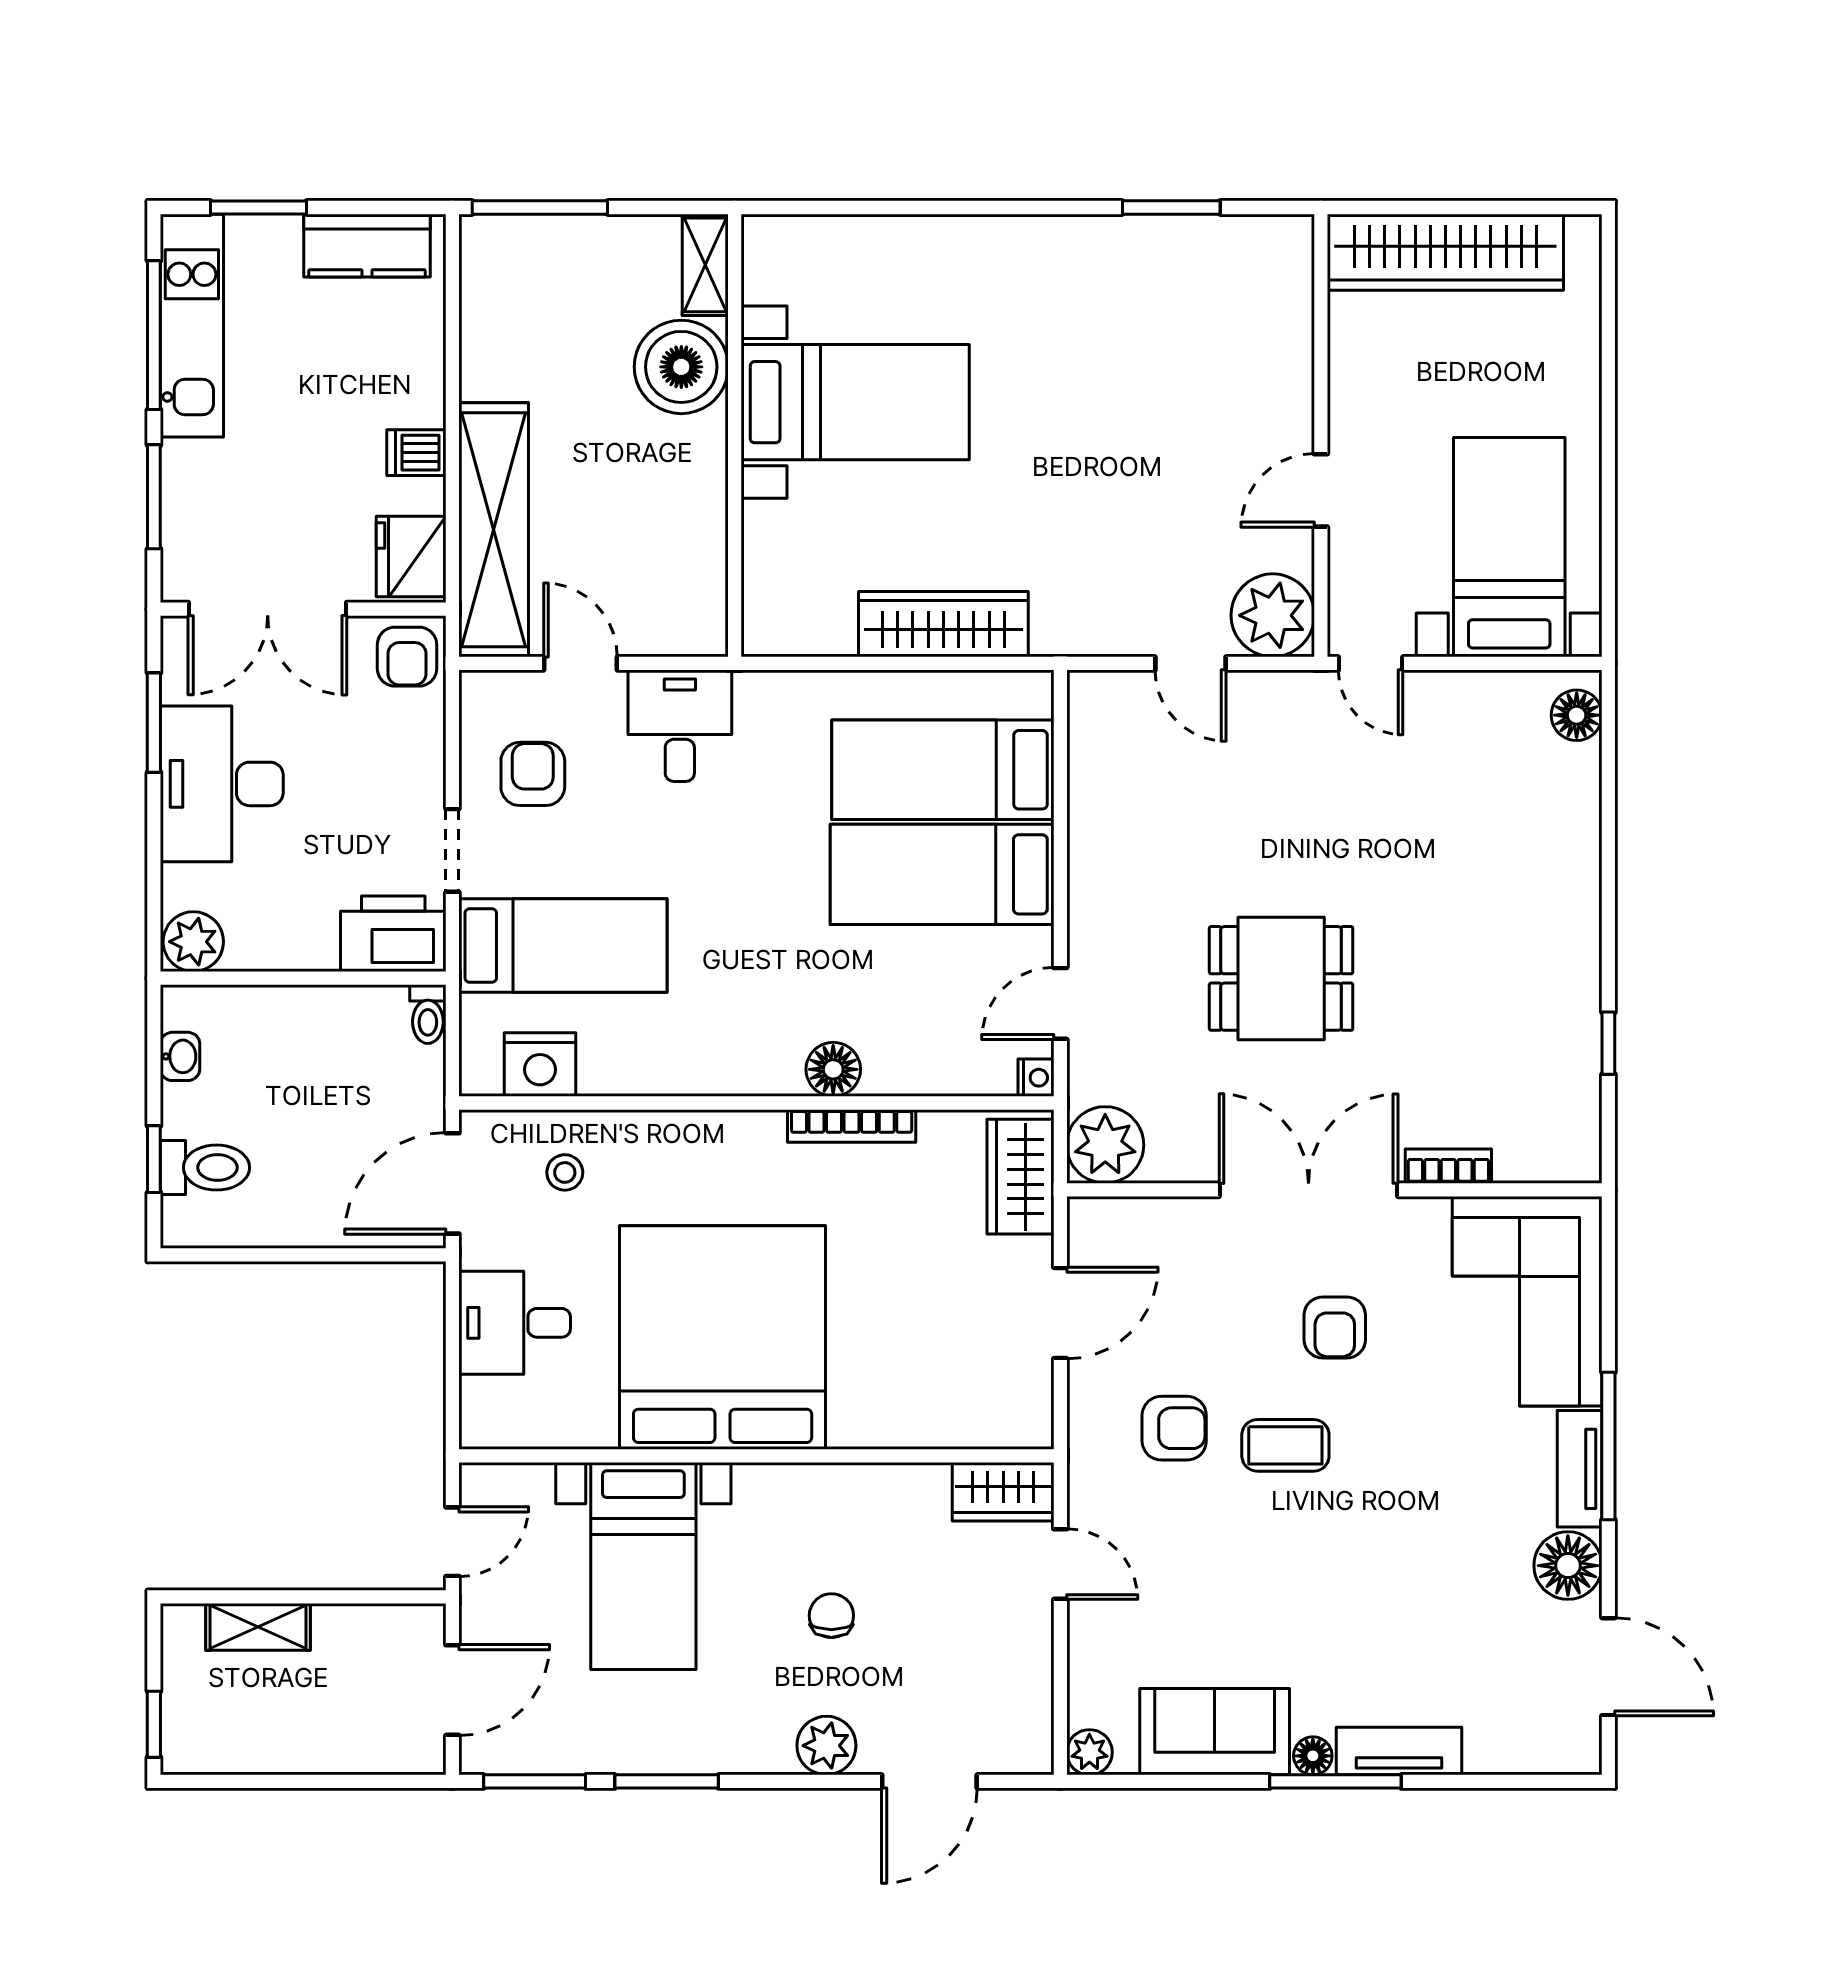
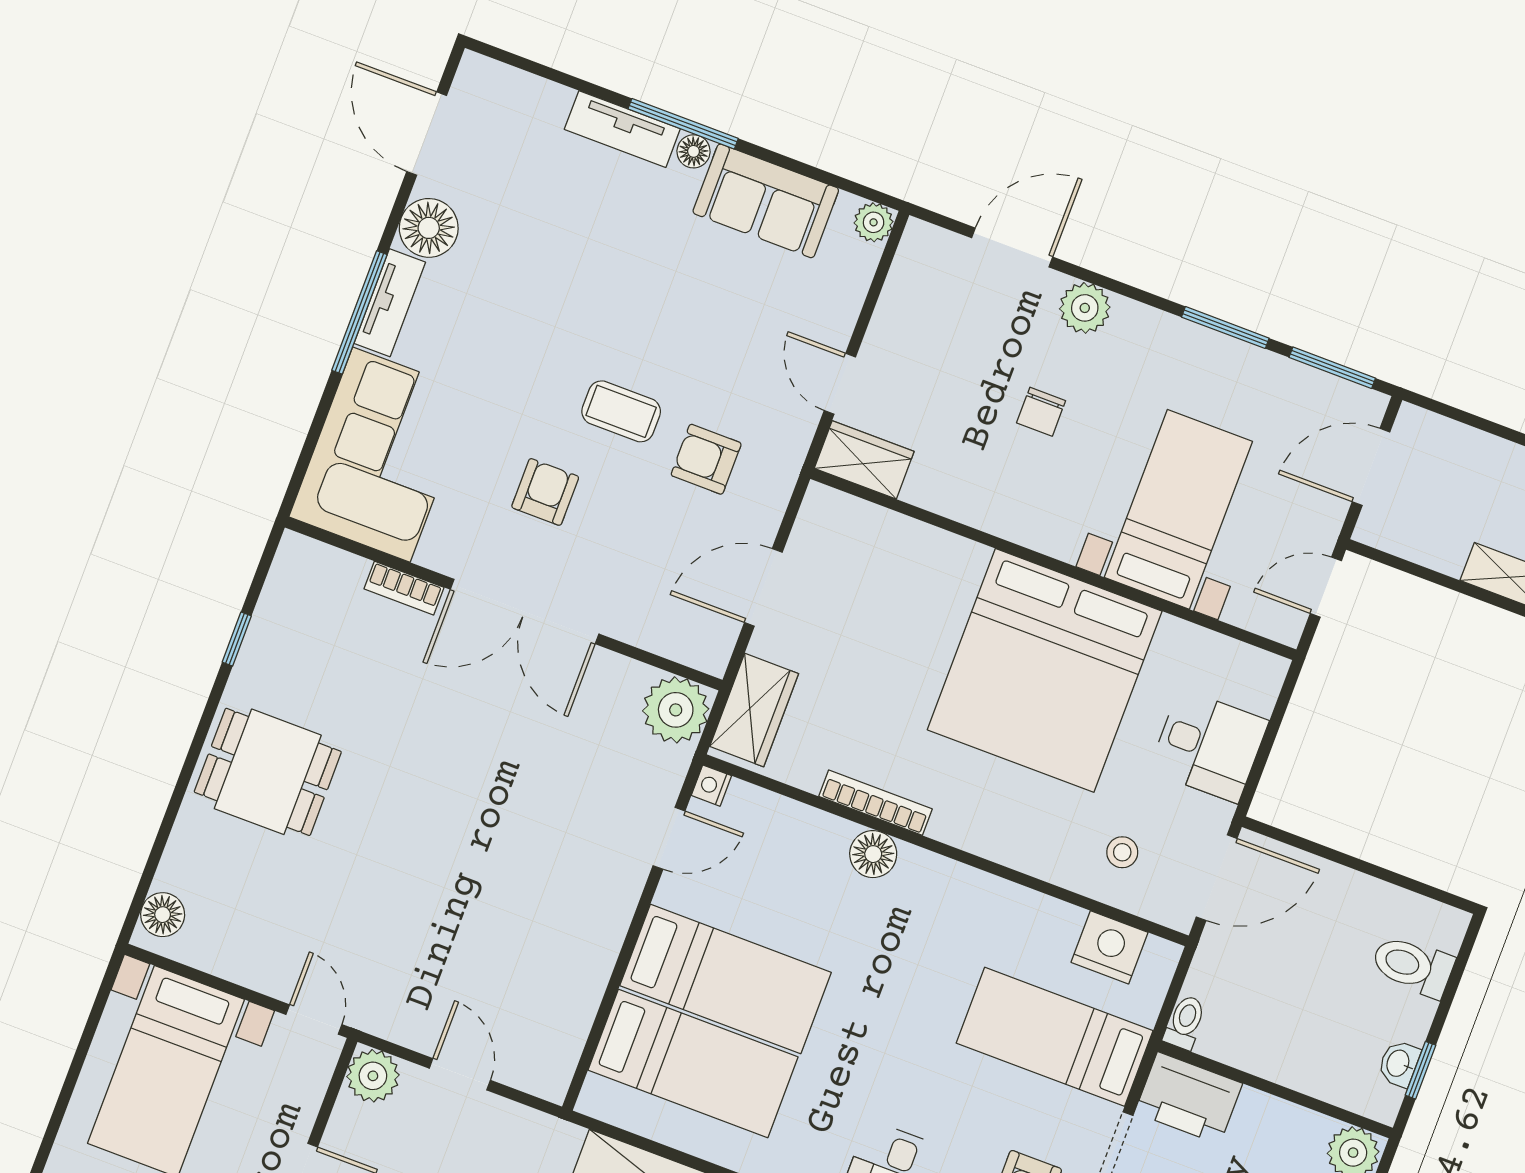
plant: (1273, 615) -> (373, 1076), width x0.73, depth x0.73
dining table: (1281, 978) -> (268, 772), moved
window: (154, 1159) -> (1420, 1070), moved

